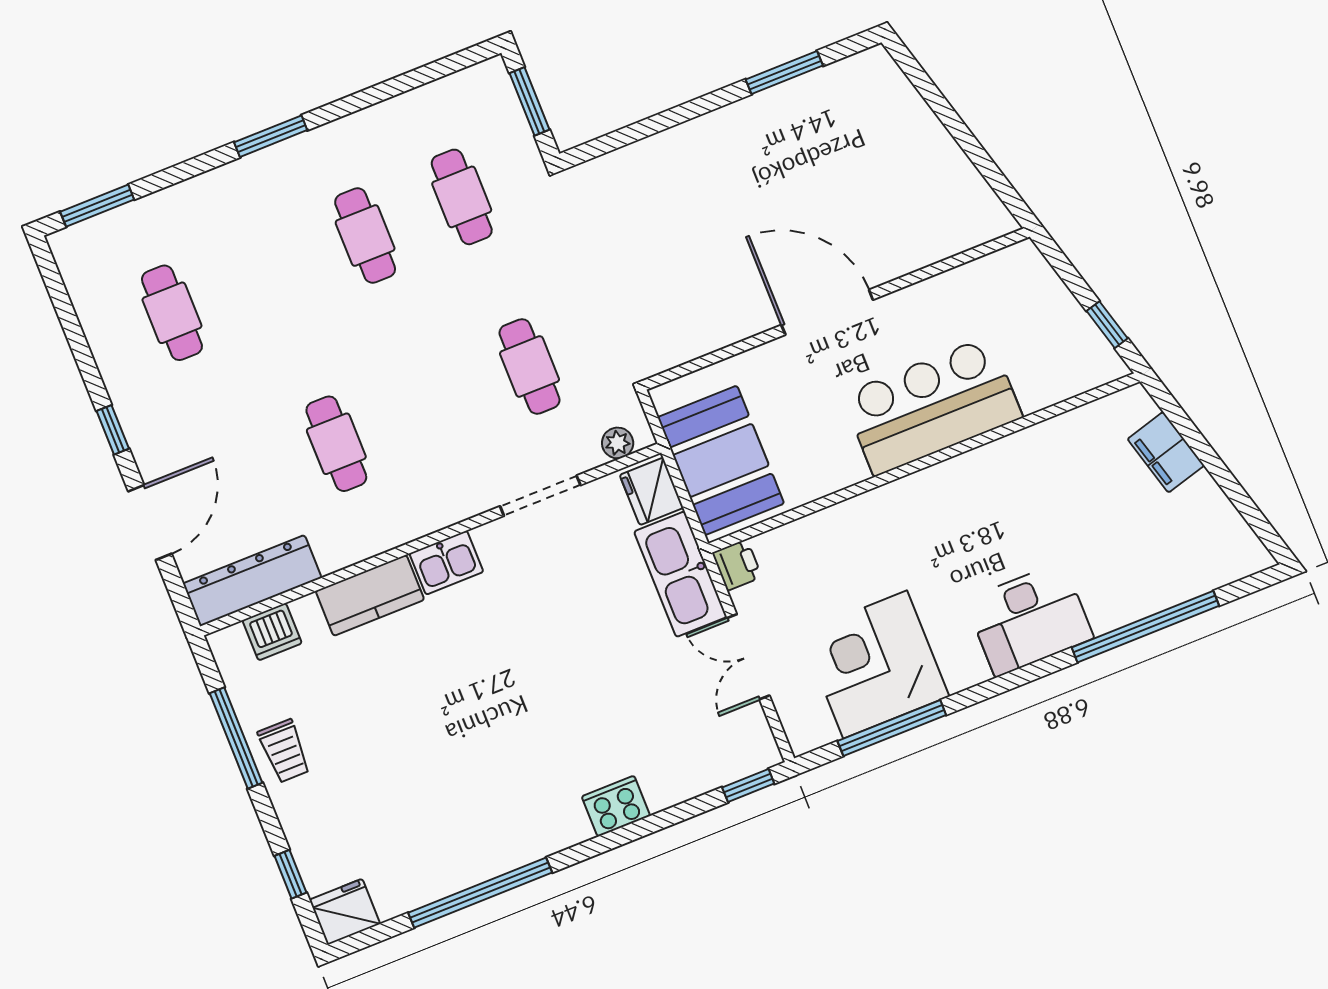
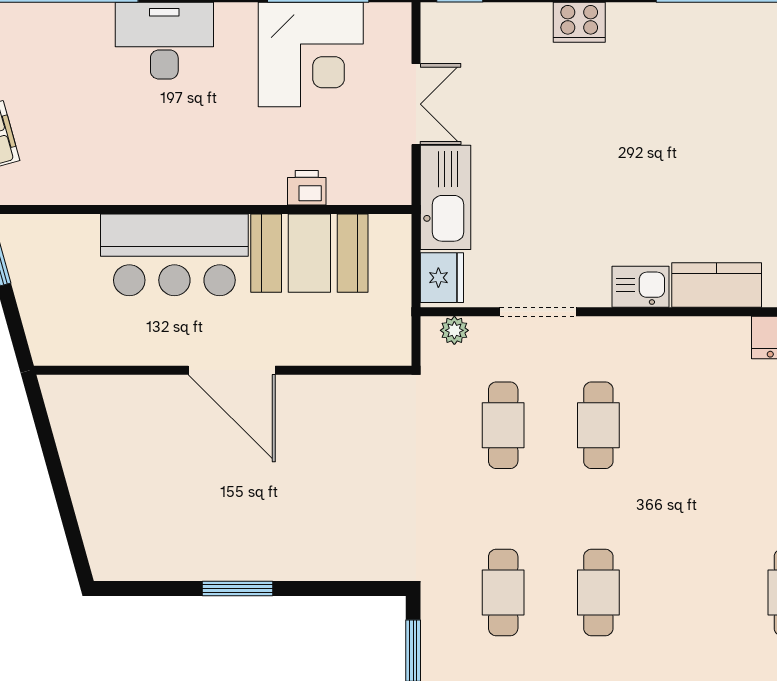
window: (784, 73) -> (237, 588), moved
cafe table: (336, 444) -> (598, 425), moved
booth: (721, 460) -> (309, 253), moved, turned 90
printer: (737, 565) -> (307, 188), moved, turned 90

